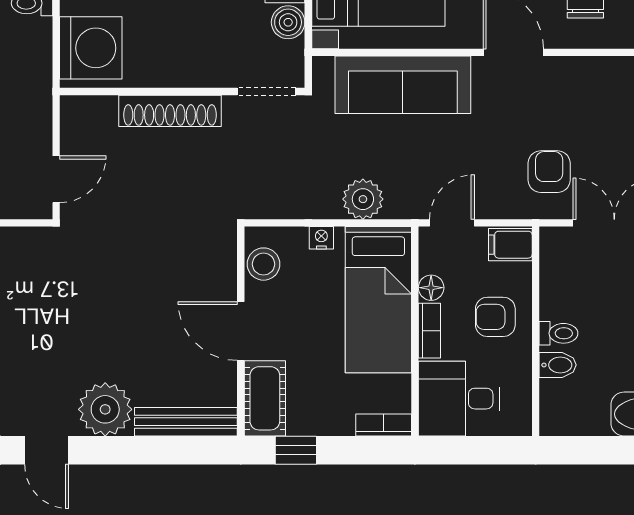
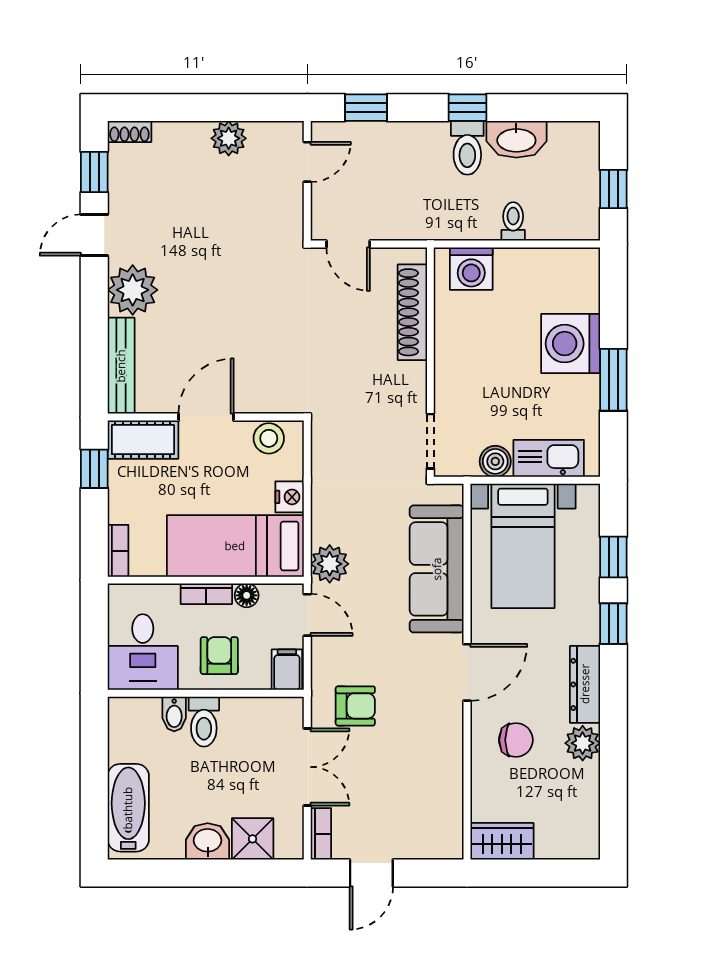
washing machine: (91, 48) -> (471, 269), width x0.73, depth x0.73
shoe rack: (170, 111) -> (412, 312), moved
plant: (363, 199) -> (330, 564), moved
nightstand: (321, 238) -> (290, 497), width x1.39, depth x1.35
toilet: (558, 333) -> (204, 722), width x1.37, depth x1.39
desk: (459, 399) -> (143, 652), moved, turned 180

